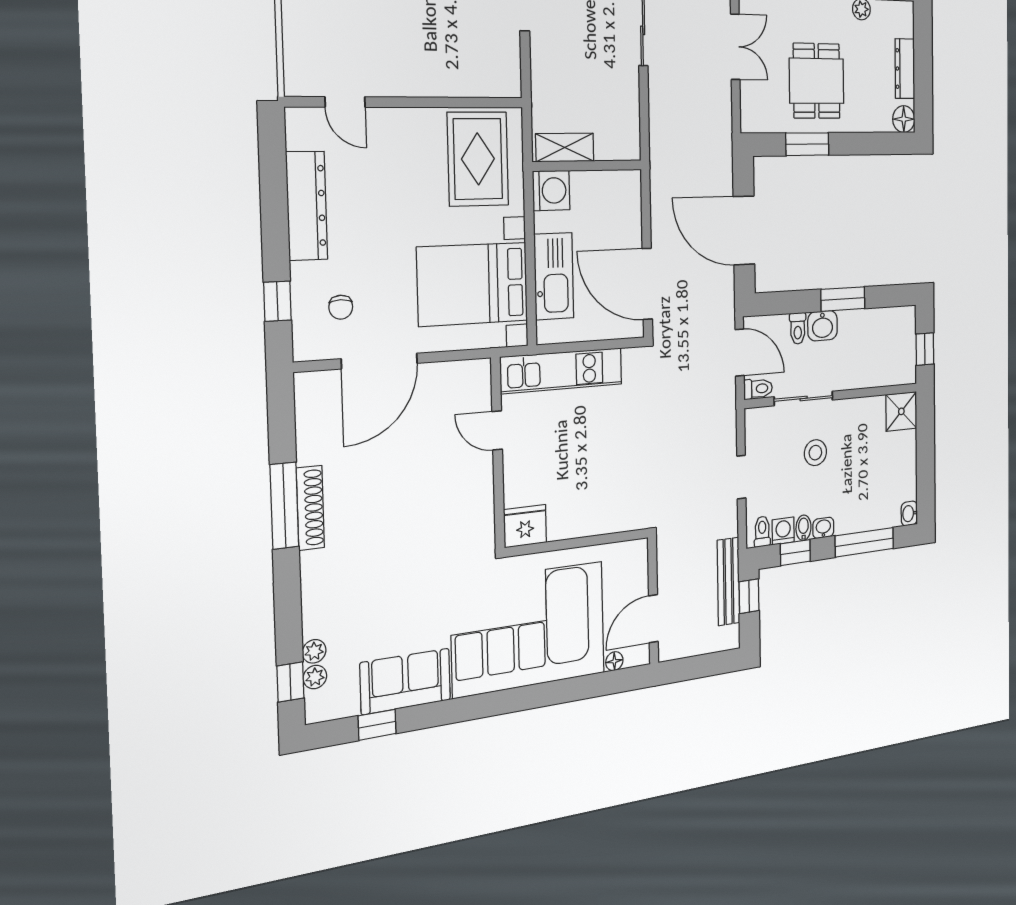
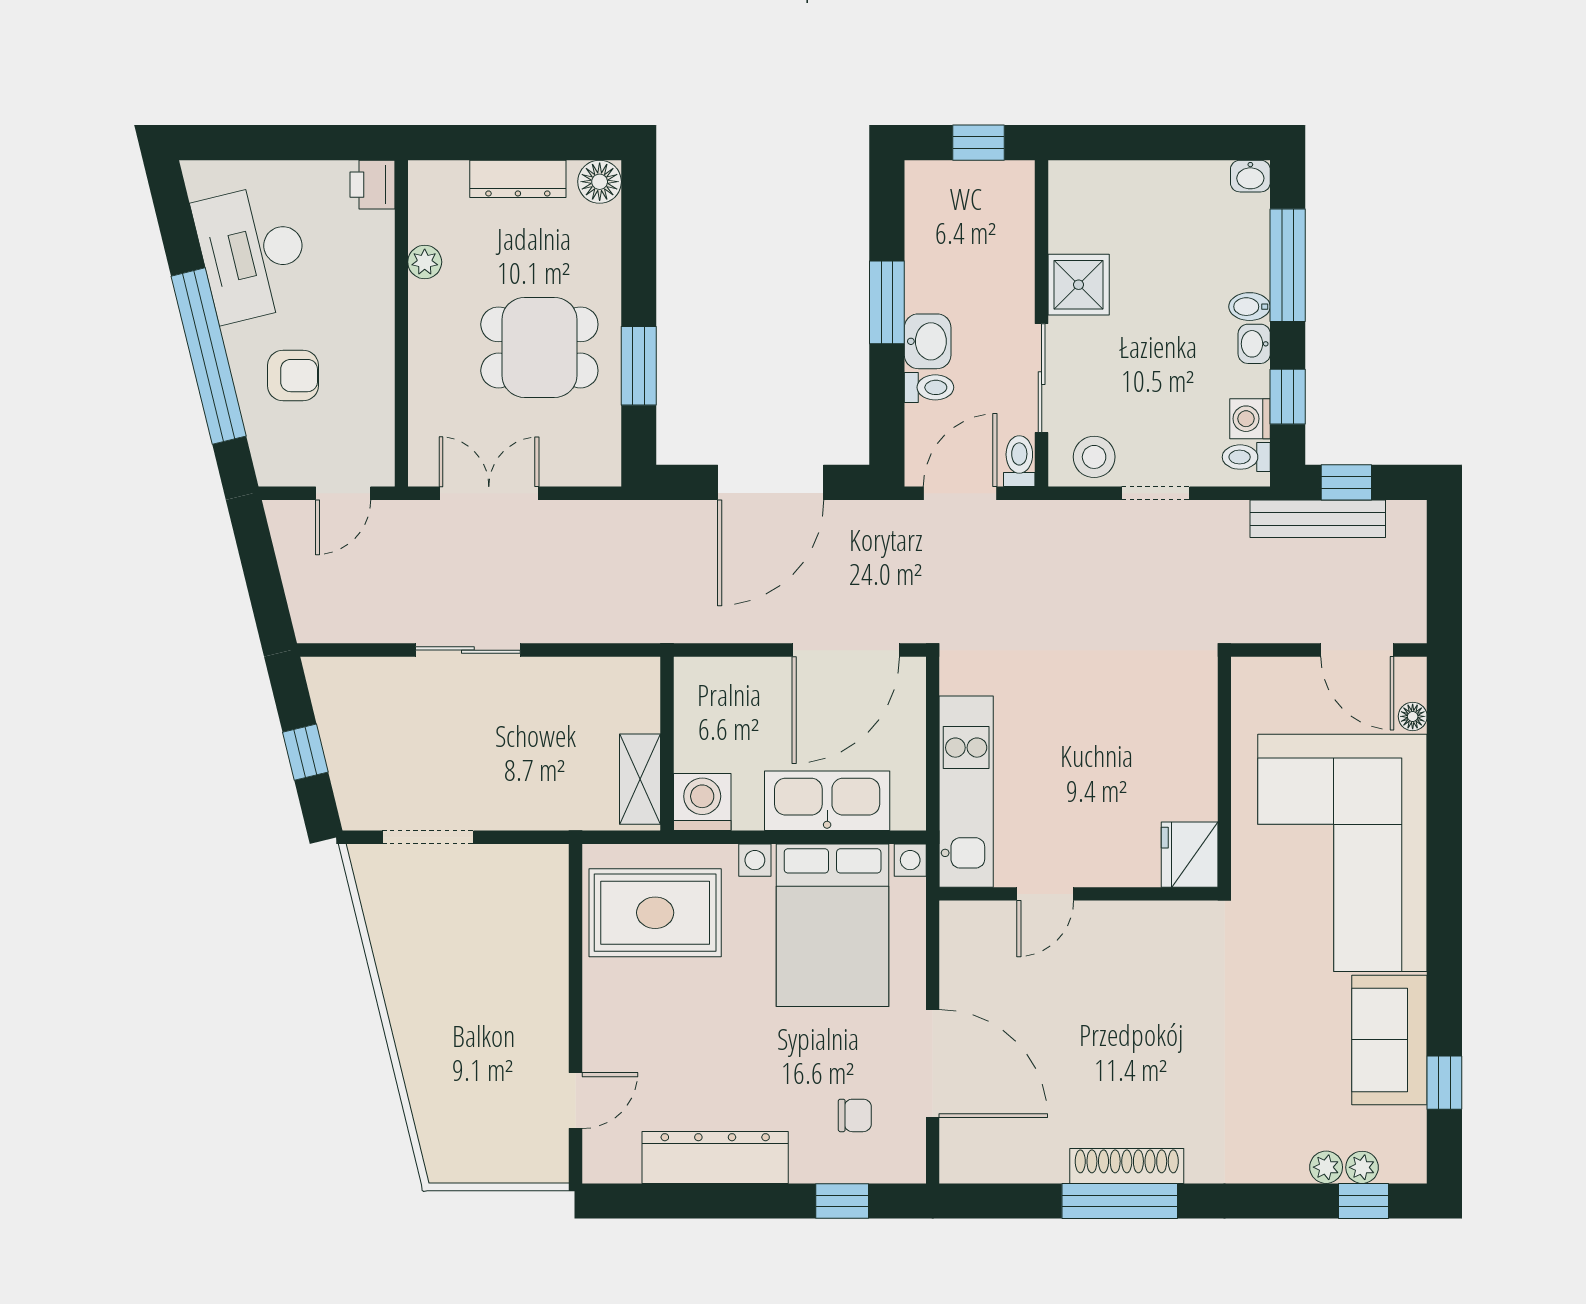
shower: (901, 411) -> (1079, 285), moved
stool: (815, 453) -> (1094, 457), moved
bidet: (803, 528) -> (1250, 307), moved

